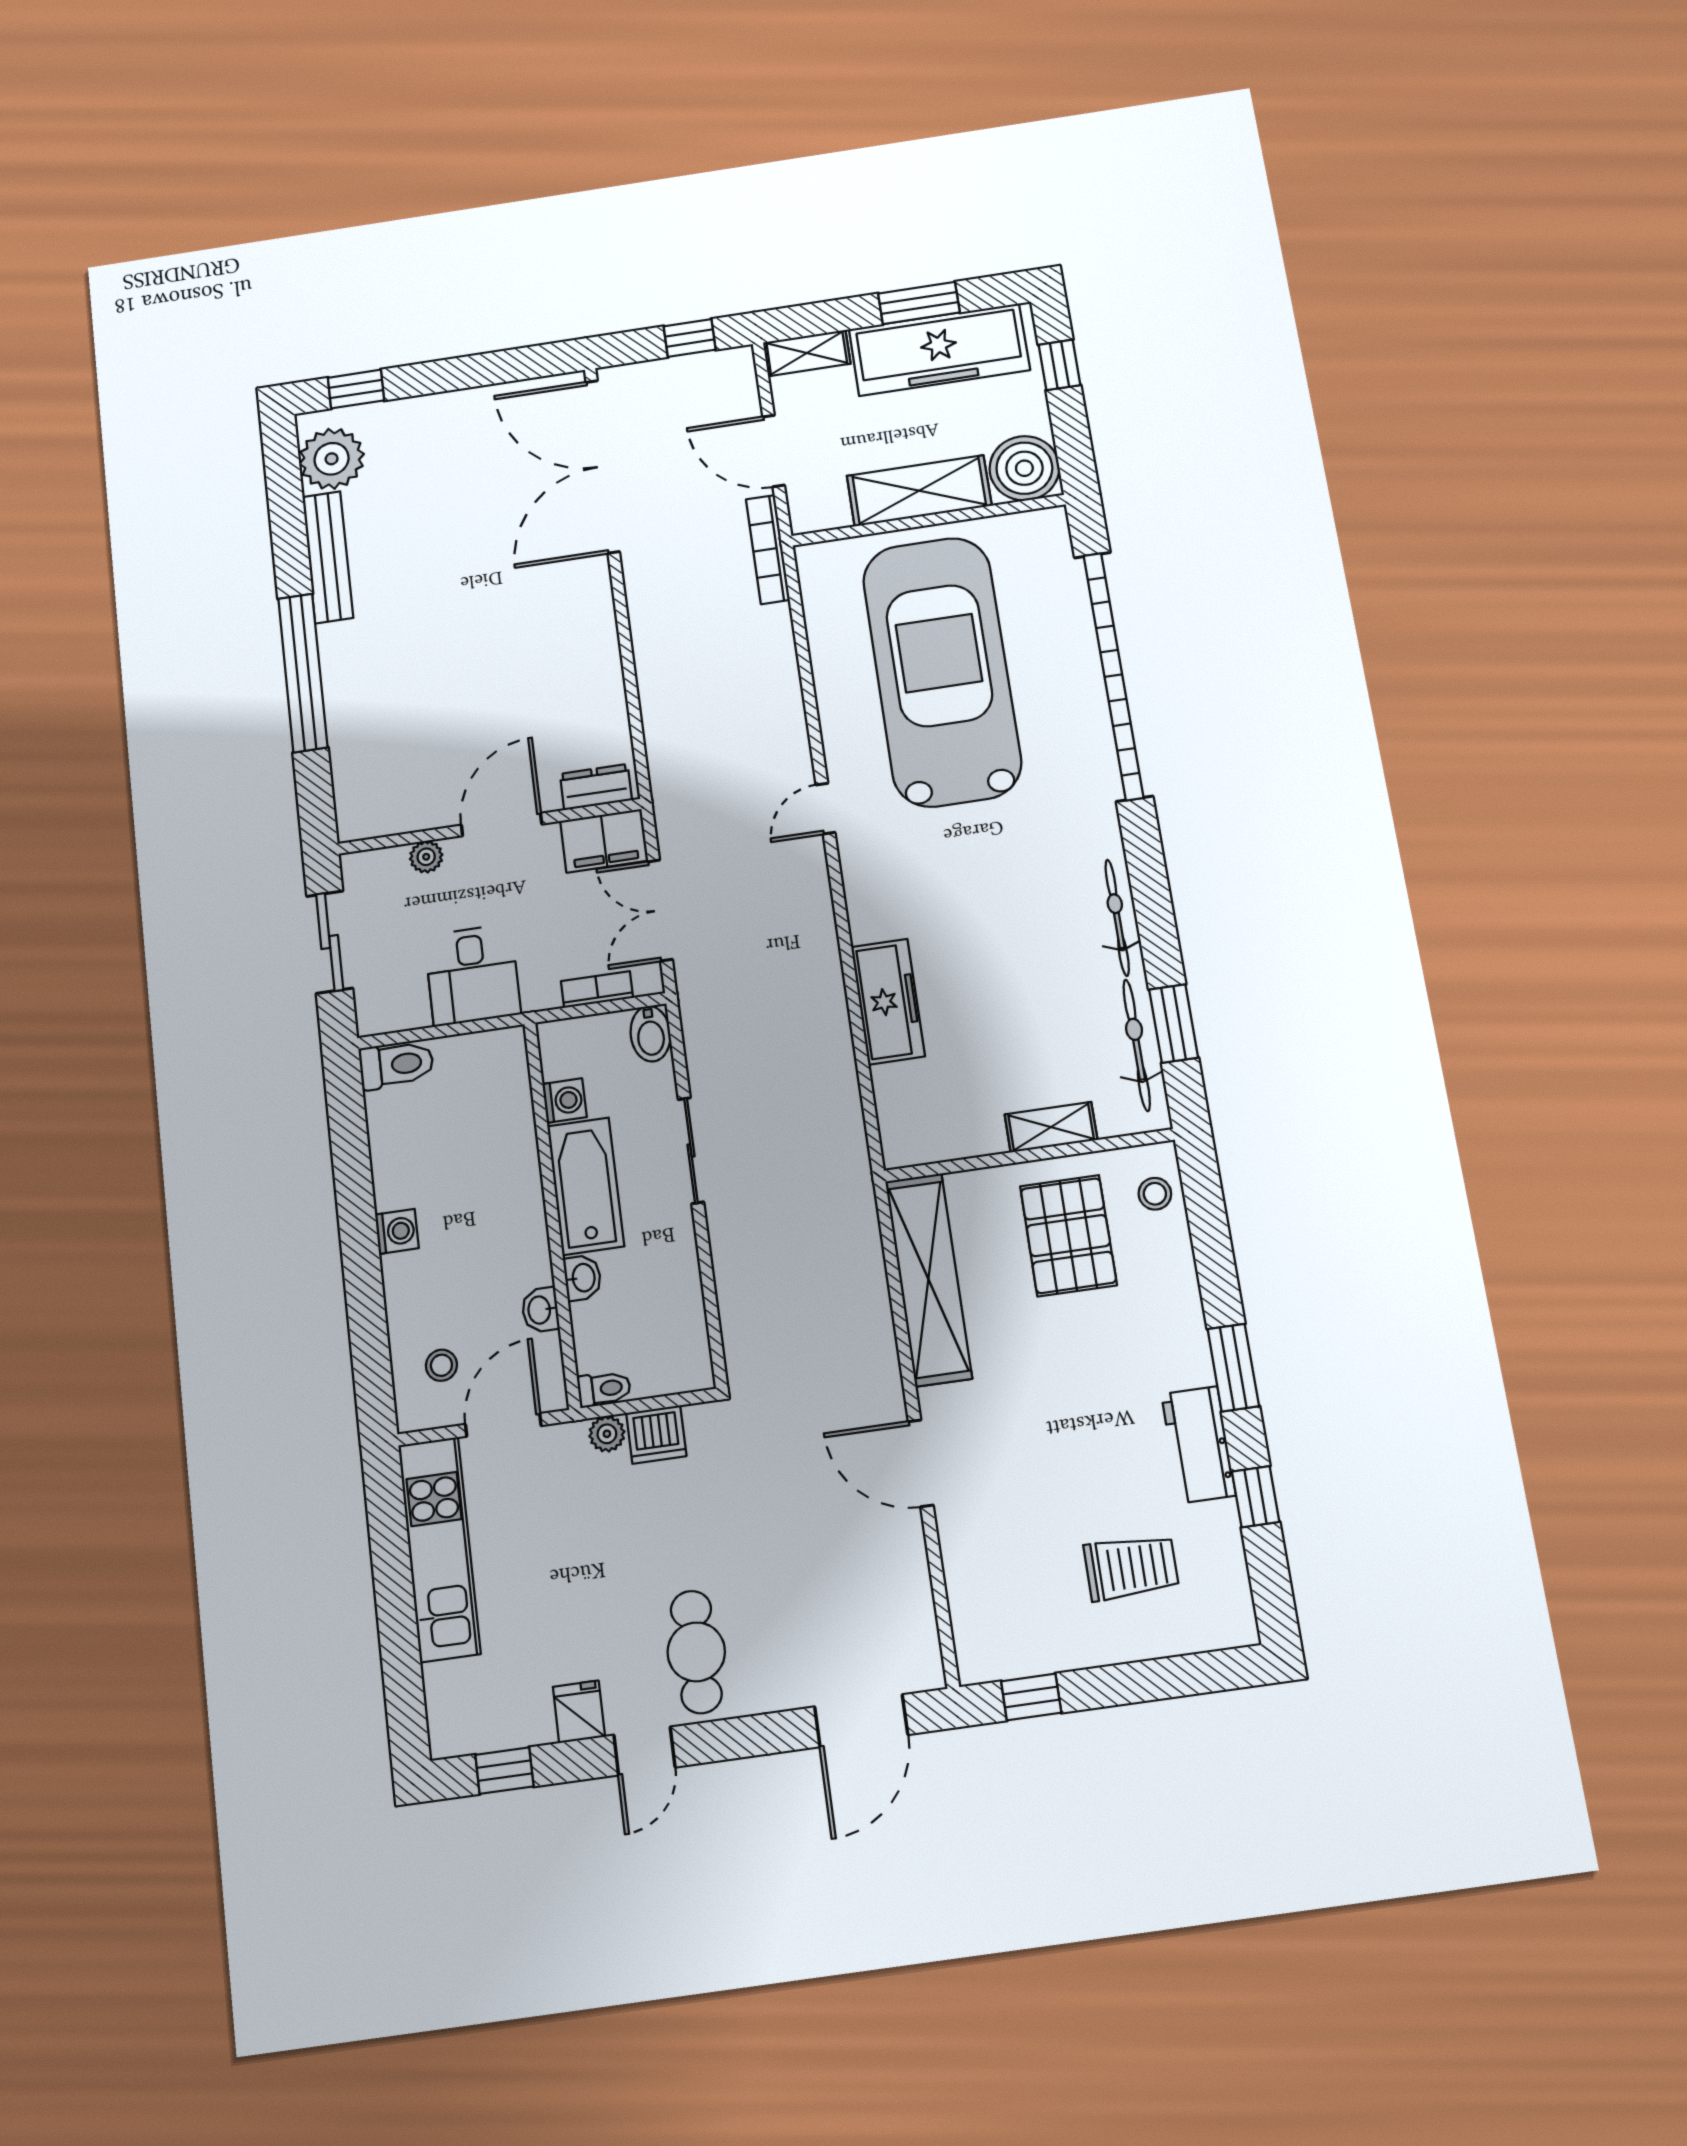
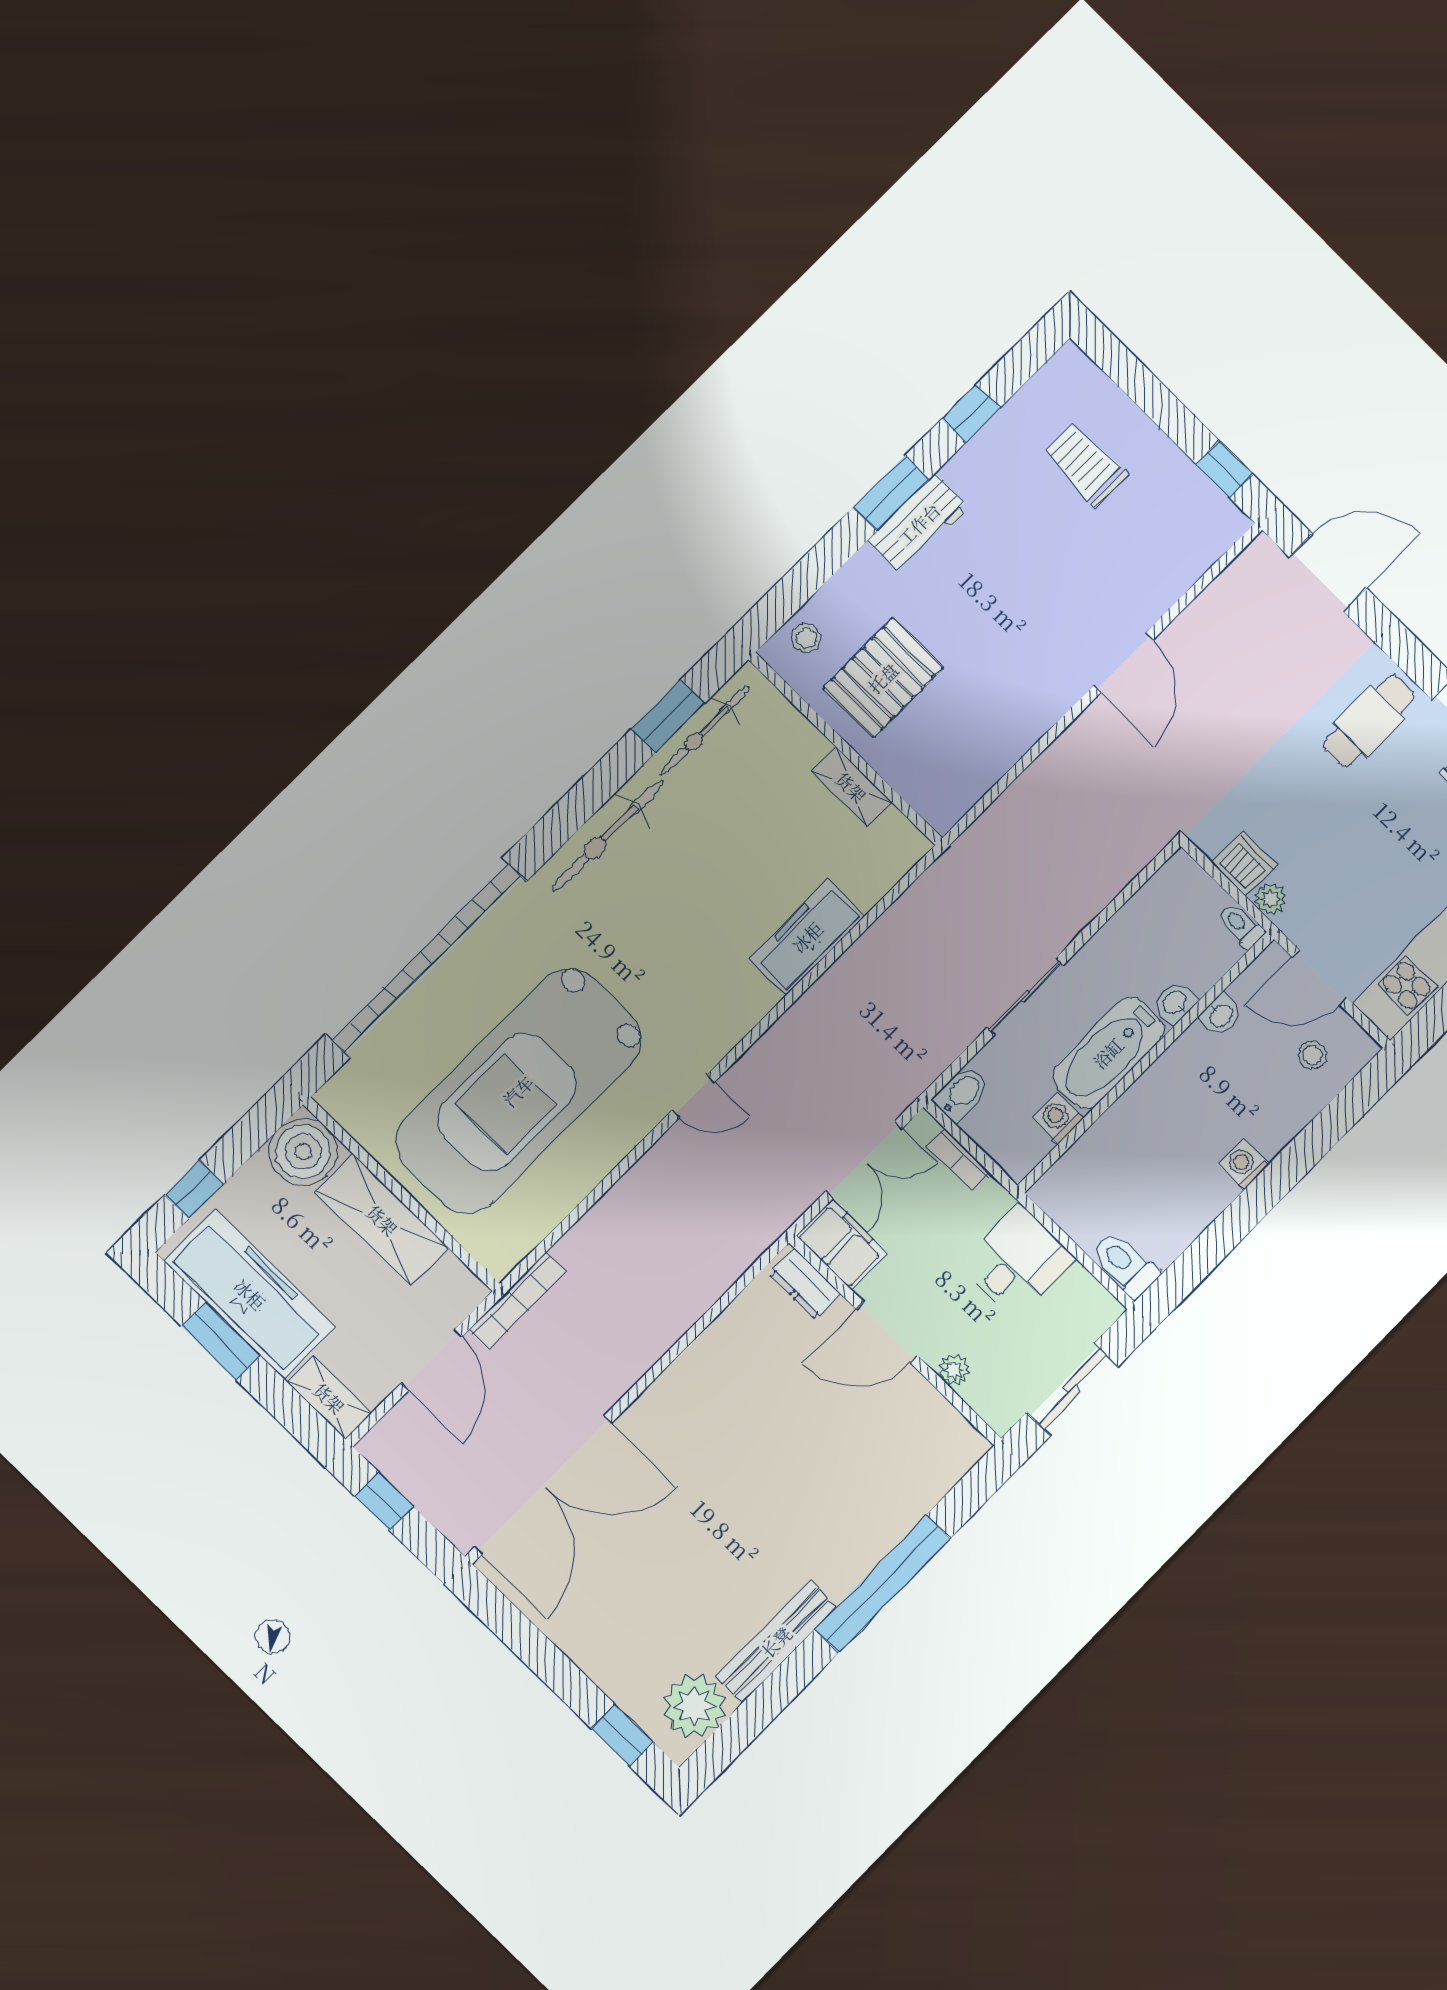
bicycle: (1117, 918) -> (608, 835), width x1.37, depth x1.40
shelving: (1051, 1127) -> (851, 787), moved
shelving: (928, 1279) -> (990, 754), removed
workbench: (1198, 1445) -> (919, 524), moved

